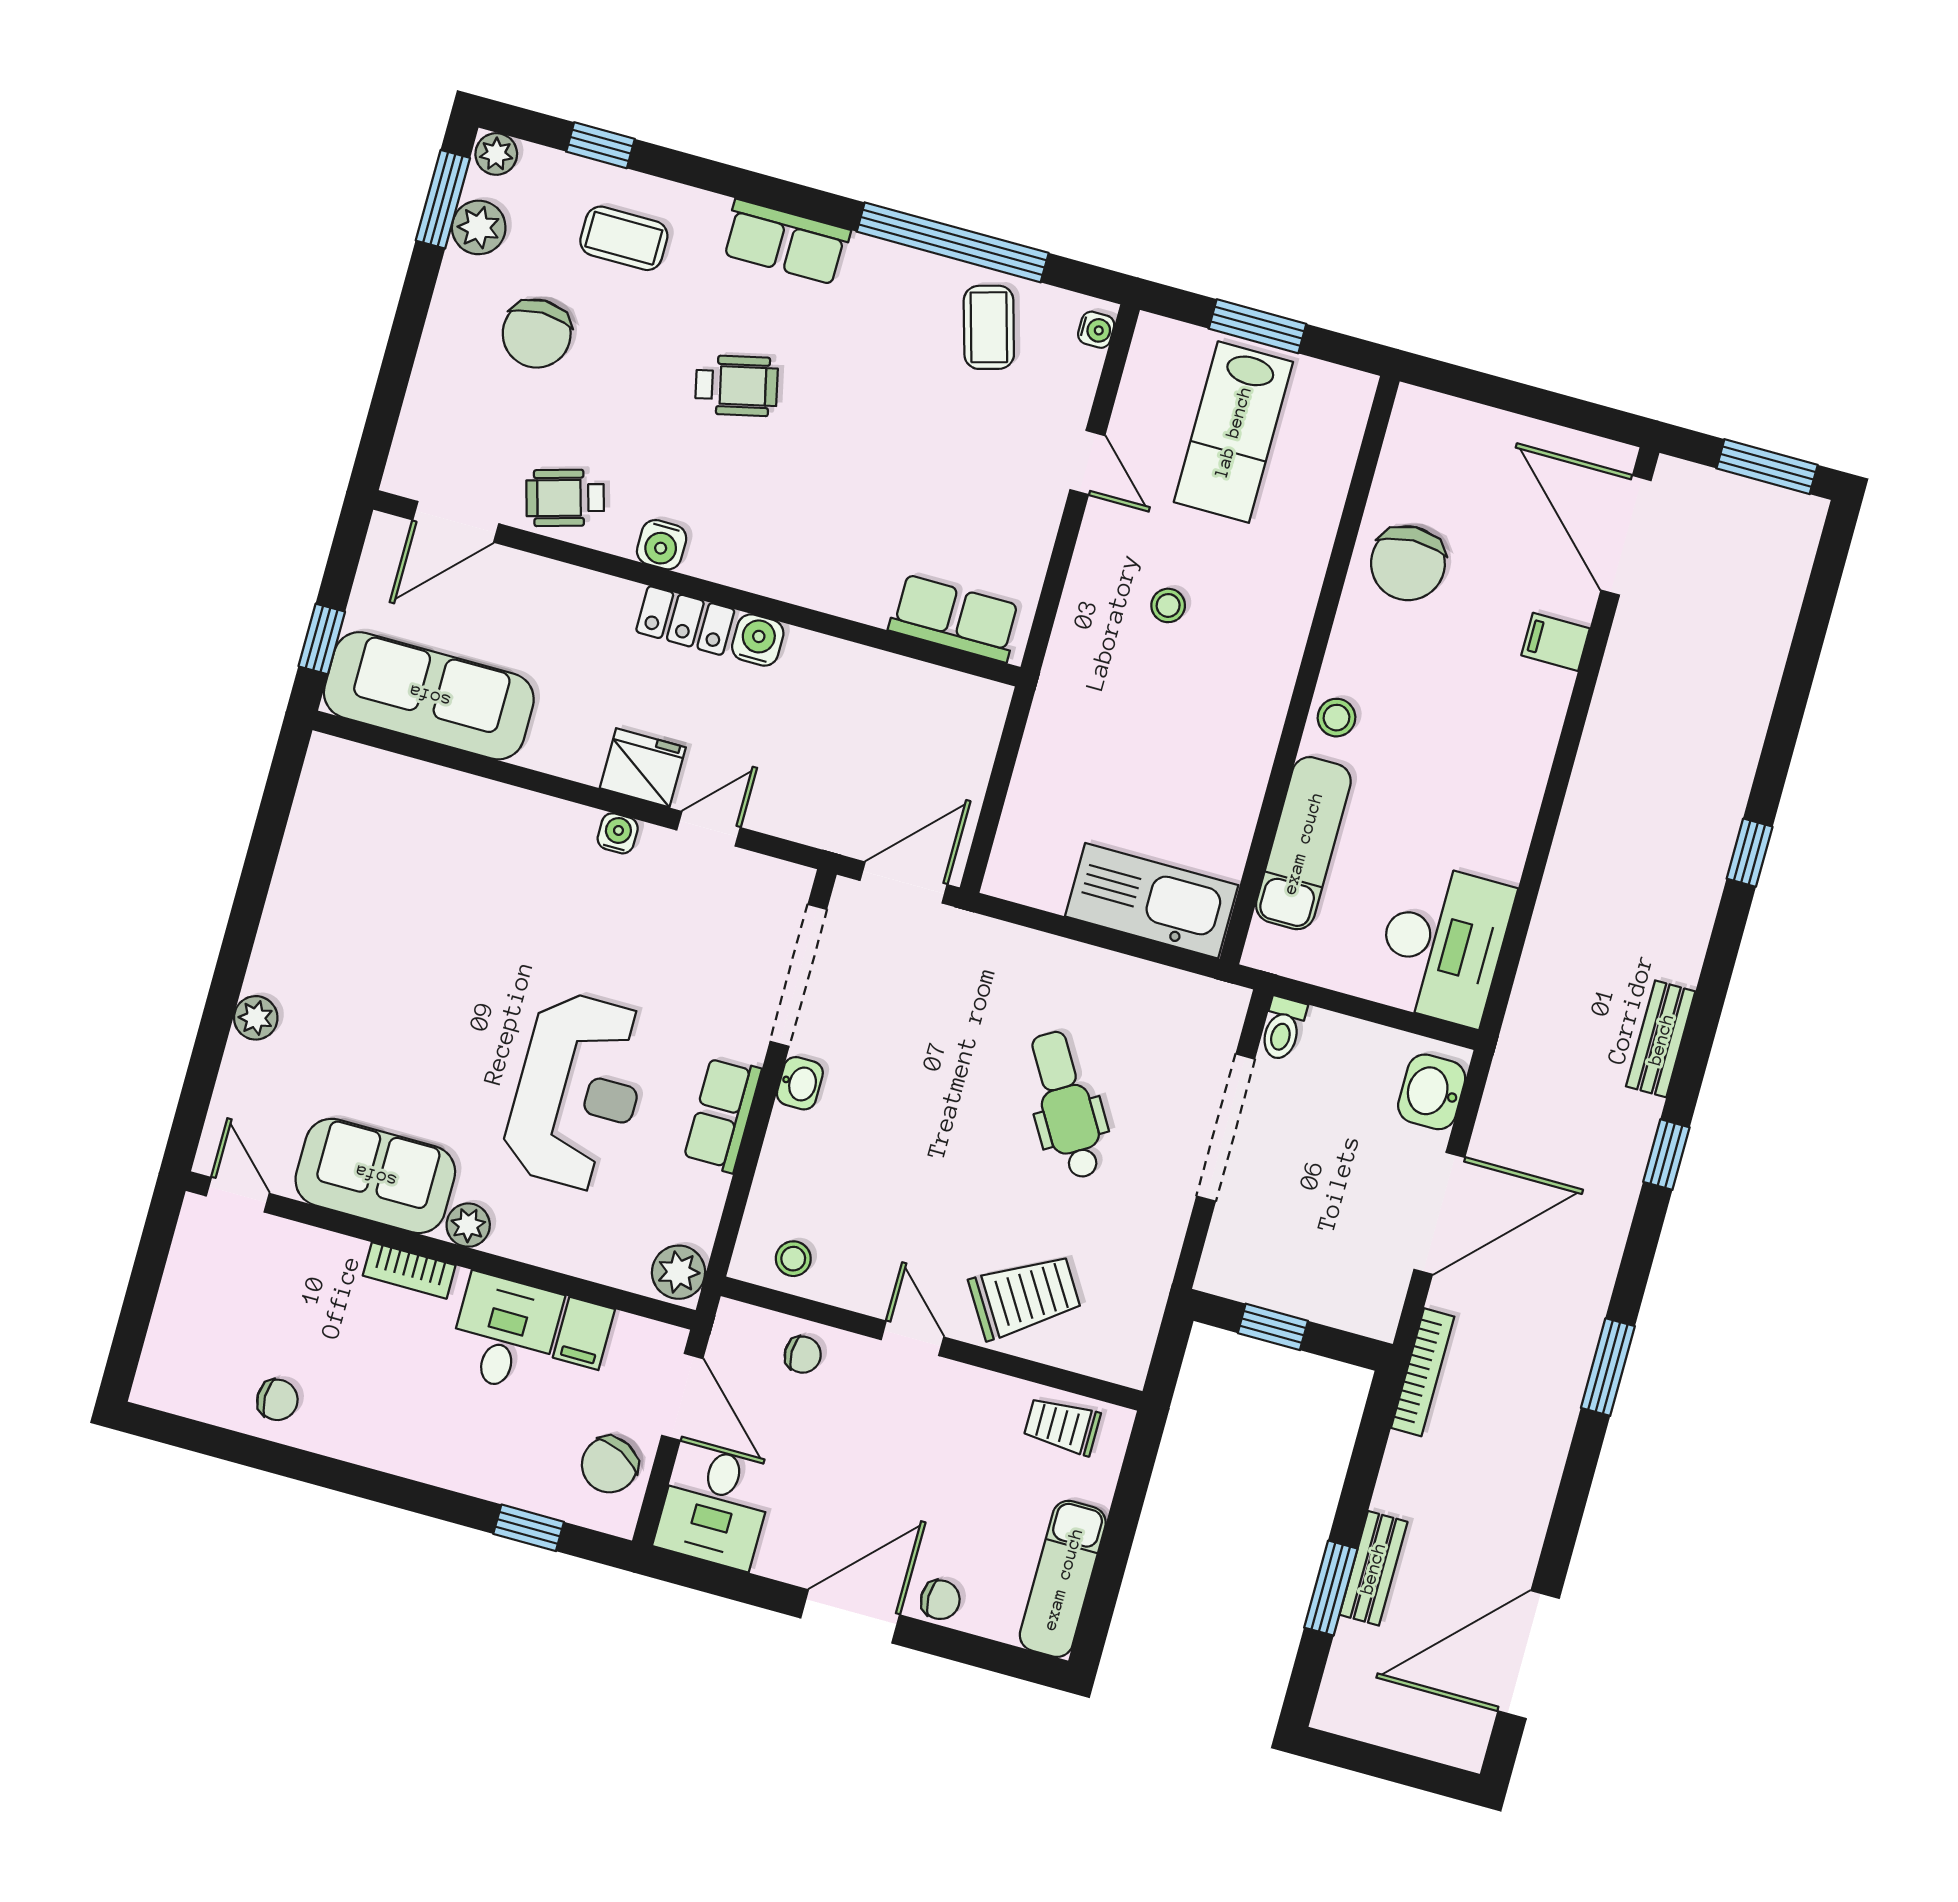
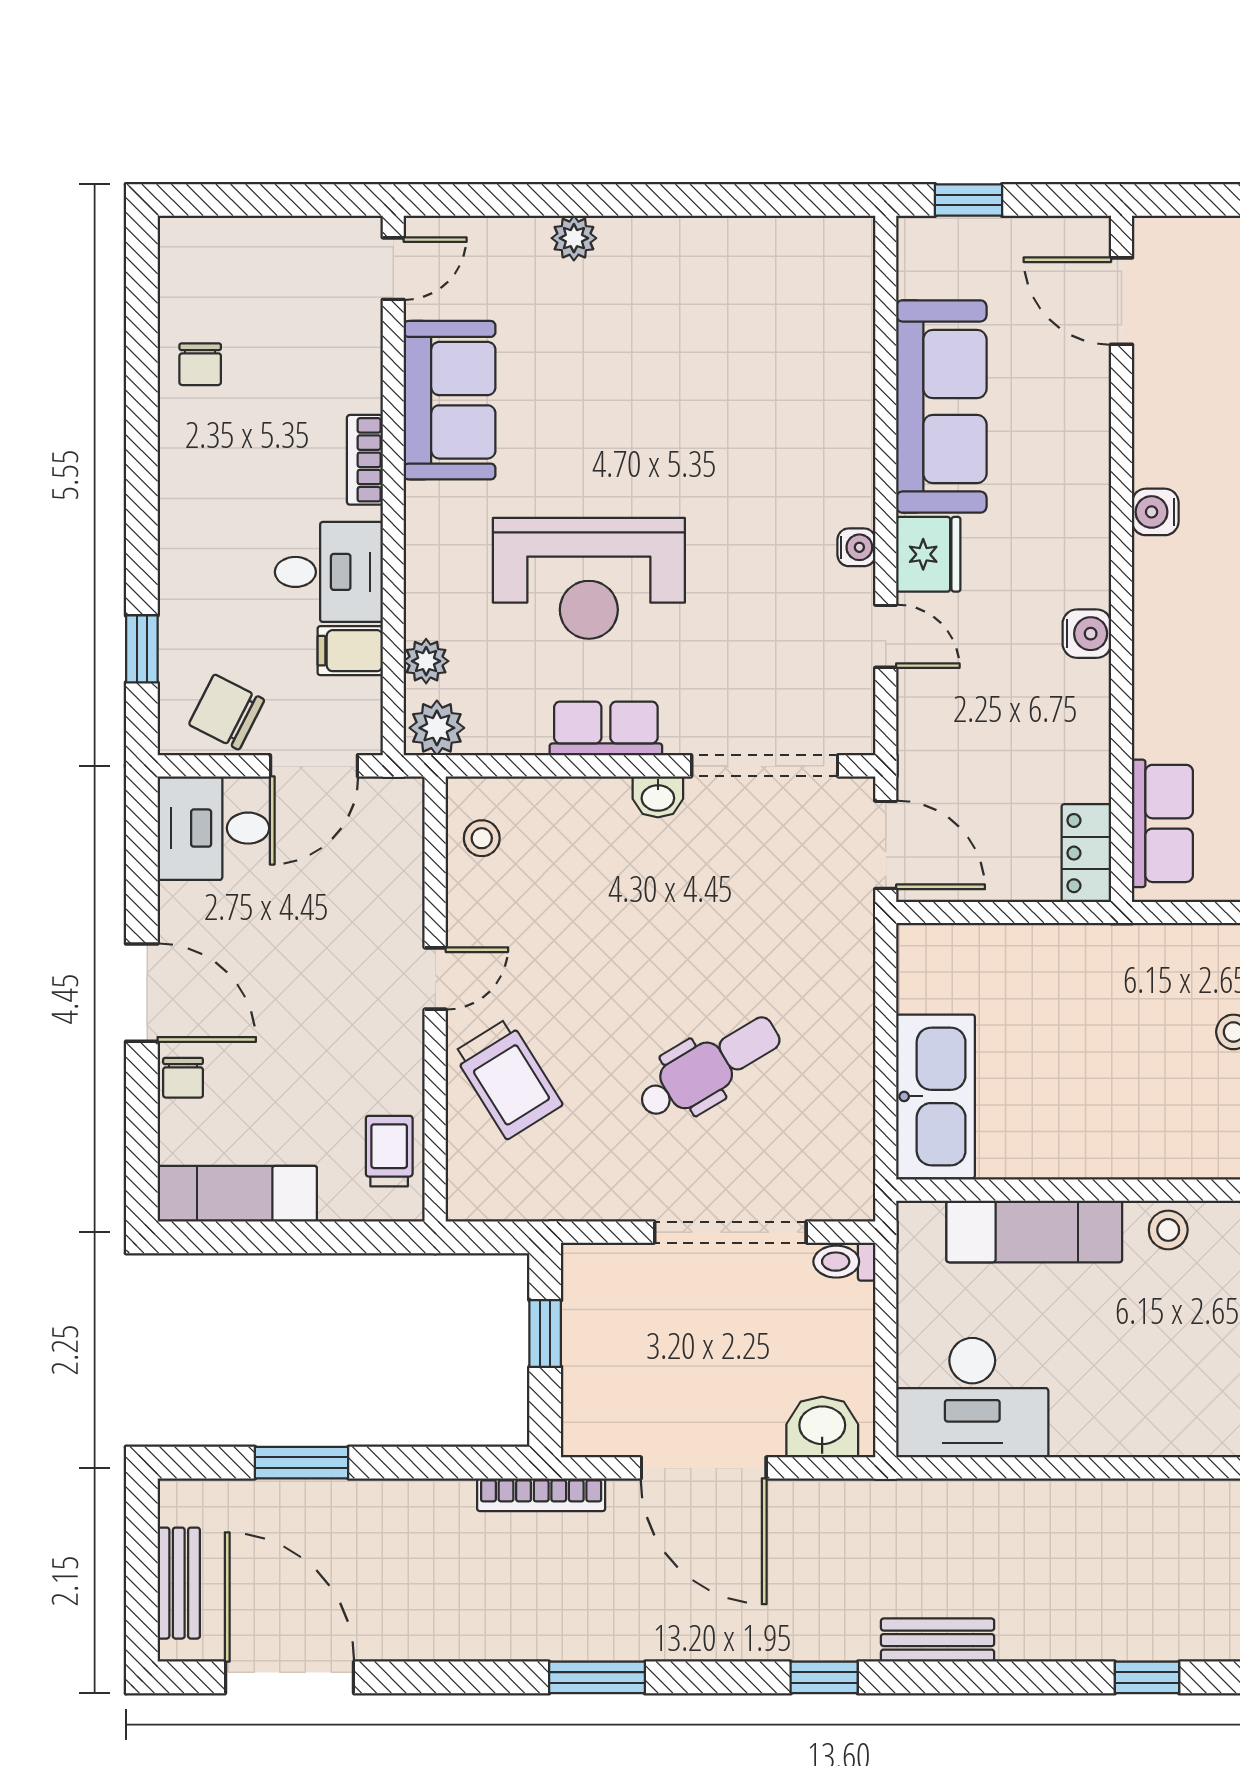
wheelchair: (565, 498) -> (1175, 403), removed
locker: (685, 621) -> (1086, 853), moved
sofa: (429, 696) -> (941, 407), moved
plant: (468, 1225) -> (426, 661), moved
chair: (803, 1355) -> (389, 874), removed
bench: (1373, 1568) -> (179, 1583), moved, turned 90

